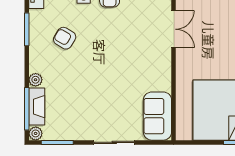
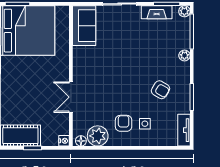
fireplace: (37, 107) -> (157, 12), moved, turned -90

